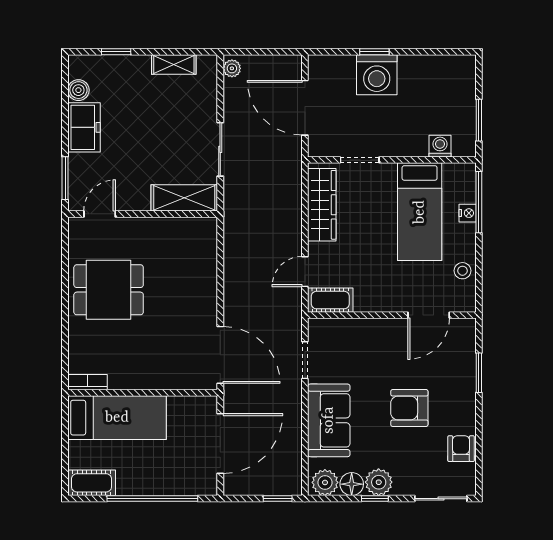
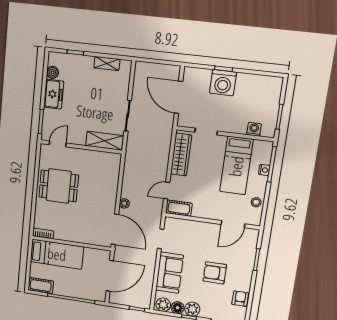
plant: (232, 68) -> (124, 203), moved

